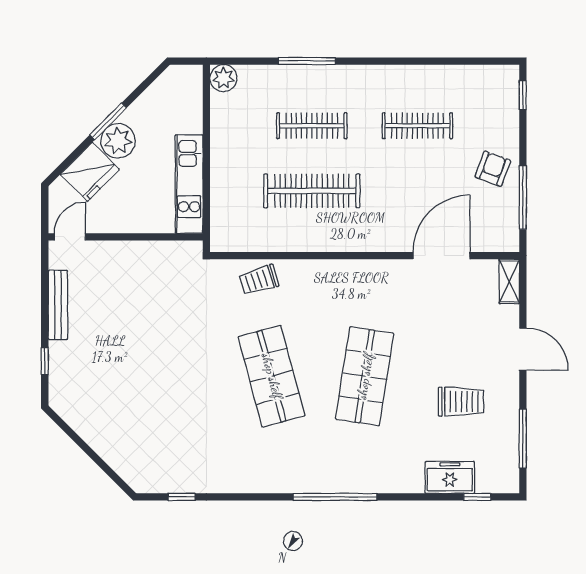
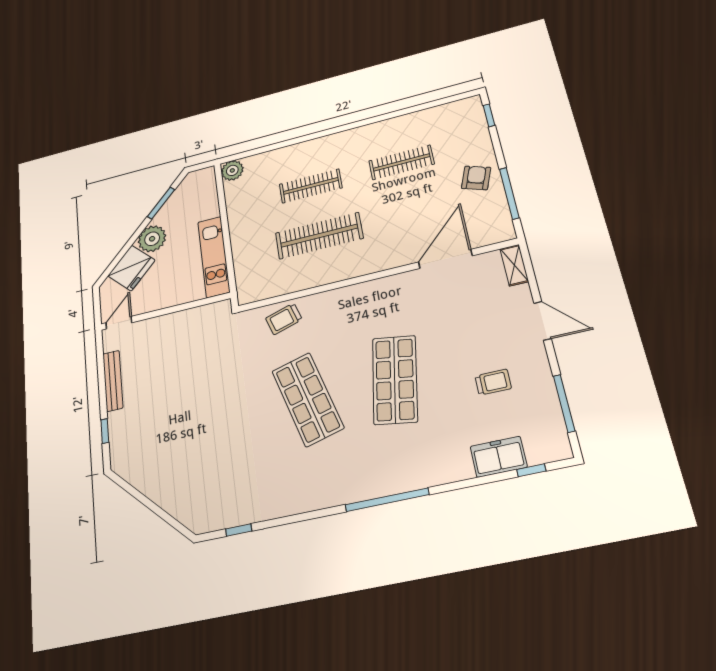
window: (307, 61) -> (299, 140), removed
window: (108, 121) -> (161, 203), moved
trolley: (461, 402) -> (493, 382), width x0.73, depth x0.72

